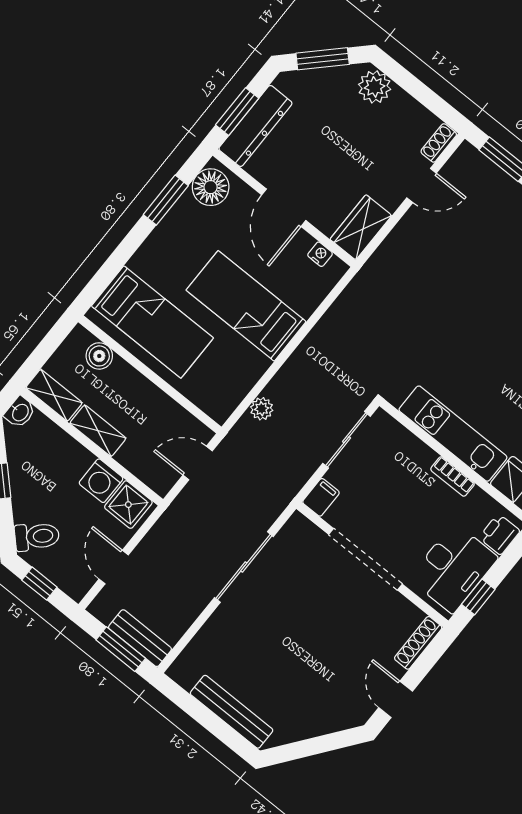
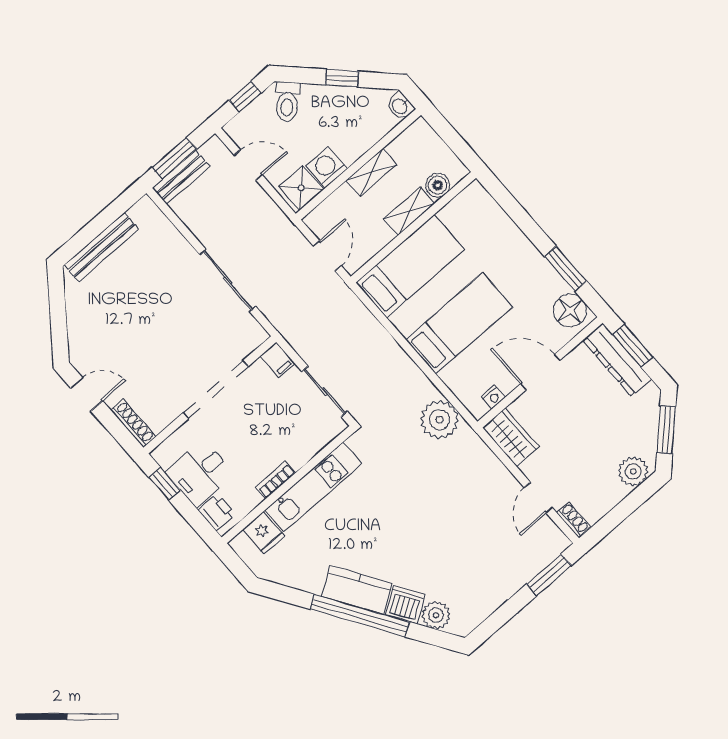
bed: (152, 322) -> (410, 266), moved, turned 180
shelving: (54, 395) -> (409, 211), moved
plant: (262, 409) -> (439, 420), moved, width x1.87, depth x1.87
desk: (453, 568) -> (200, 473), width x0.73

